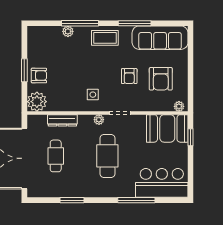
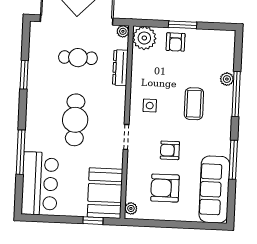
coffee table: (105, 38) -> (194, 104), moved
plant: (99, 120) -> (123, 31), moved
cafe table: (107, 156) -> (75, 120), turned 90

